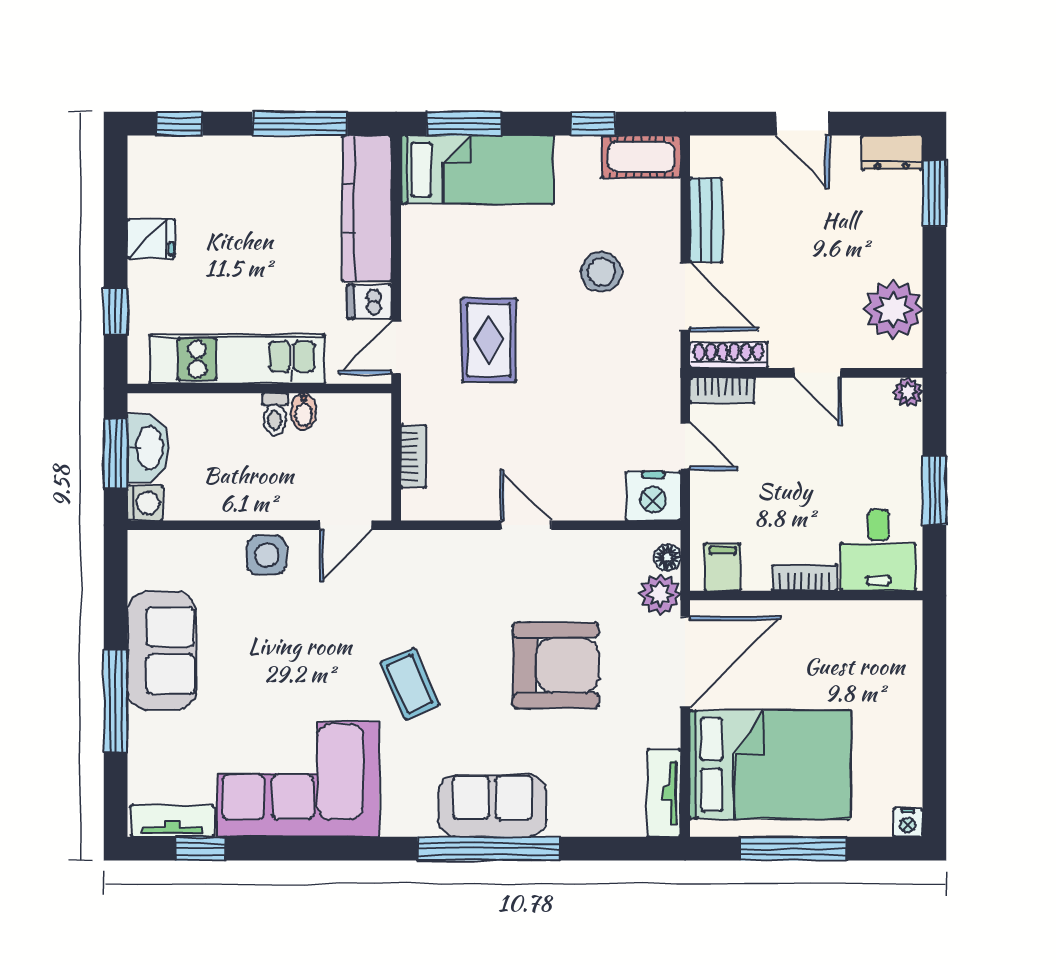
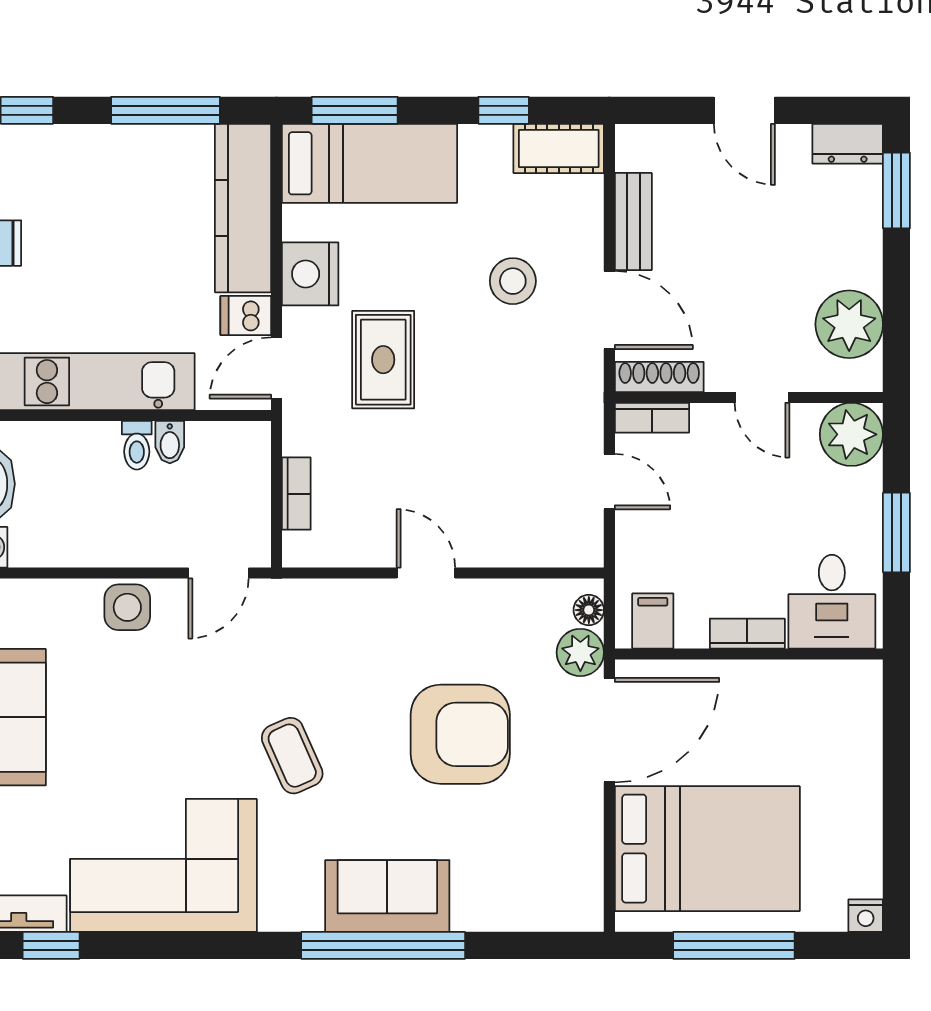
plant: (908, 392) -> (851, 434), width x1.87, depth x1.87
nightstand: (653, 496) -> (310, 274), moved, turned 90
tv unit: (664, 793) -> (585, 881), removed

